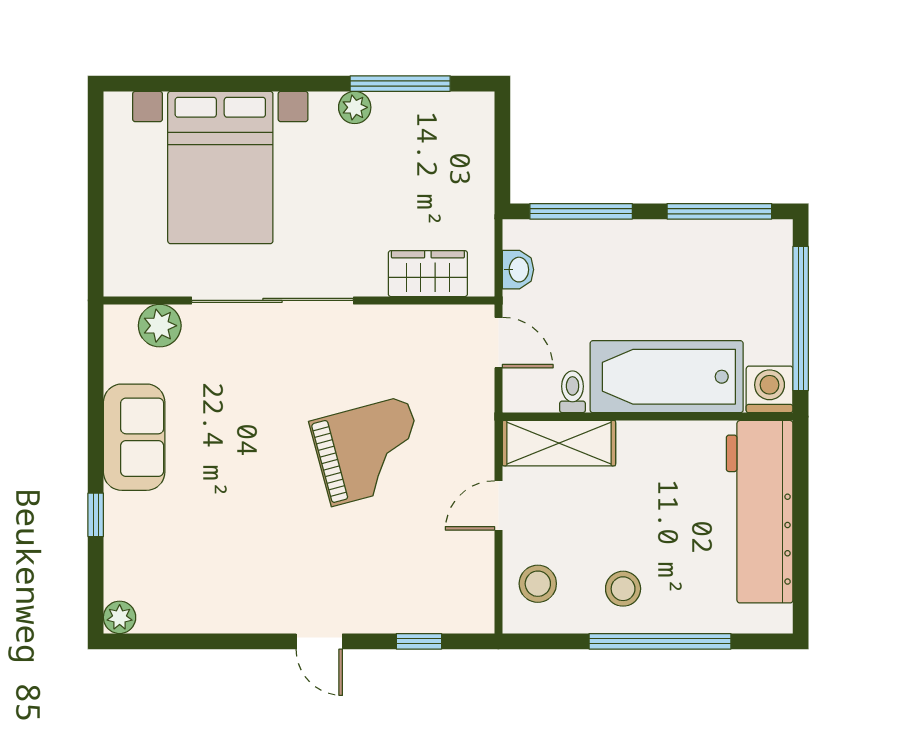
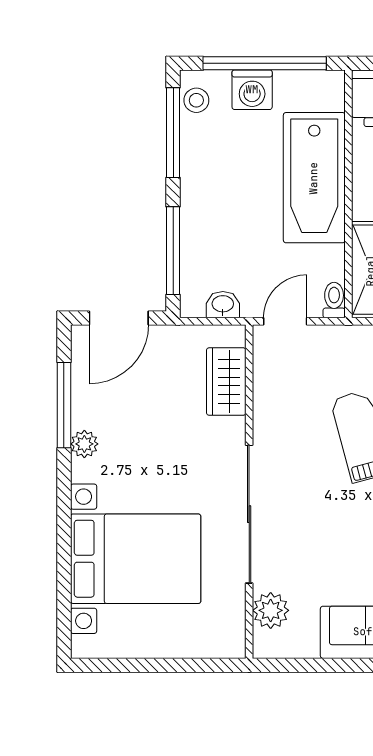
door: (502, 148) -> (119, 318), added
stool: (757, 239) -> (196, 100), added
washing machine: (770, 389) -> (252, 90), moved, turned -90
toilet: (573, 392) -> (334, 300), moved, turned 90

